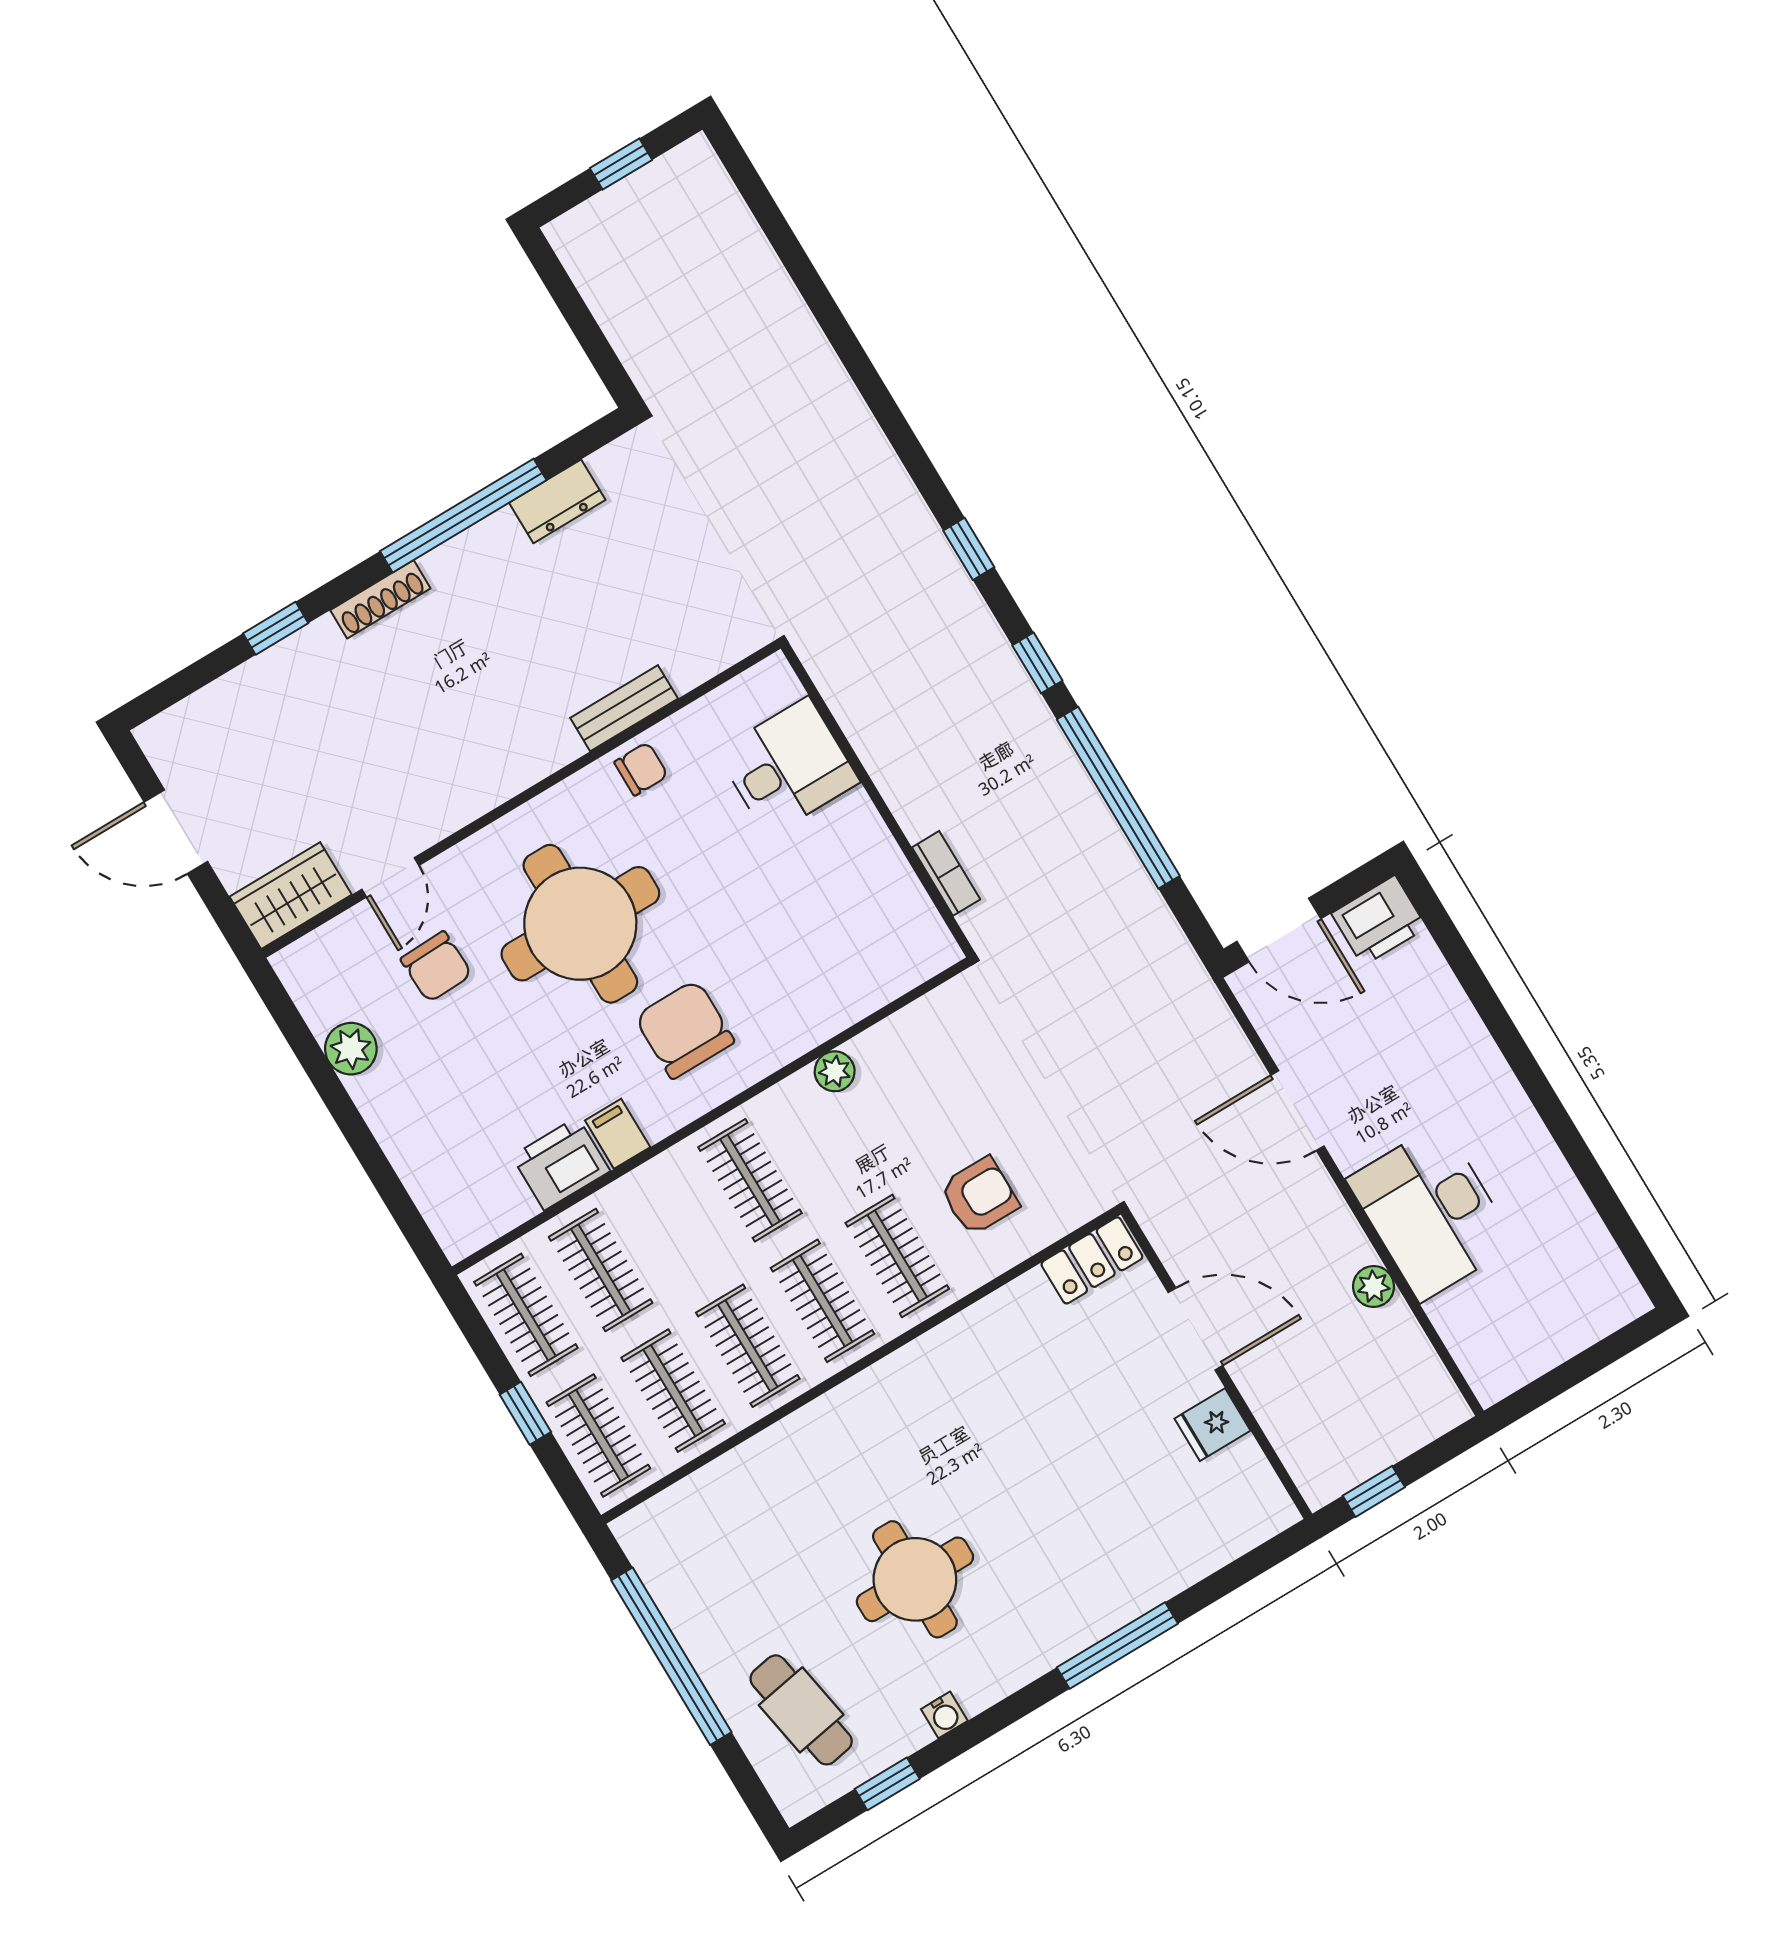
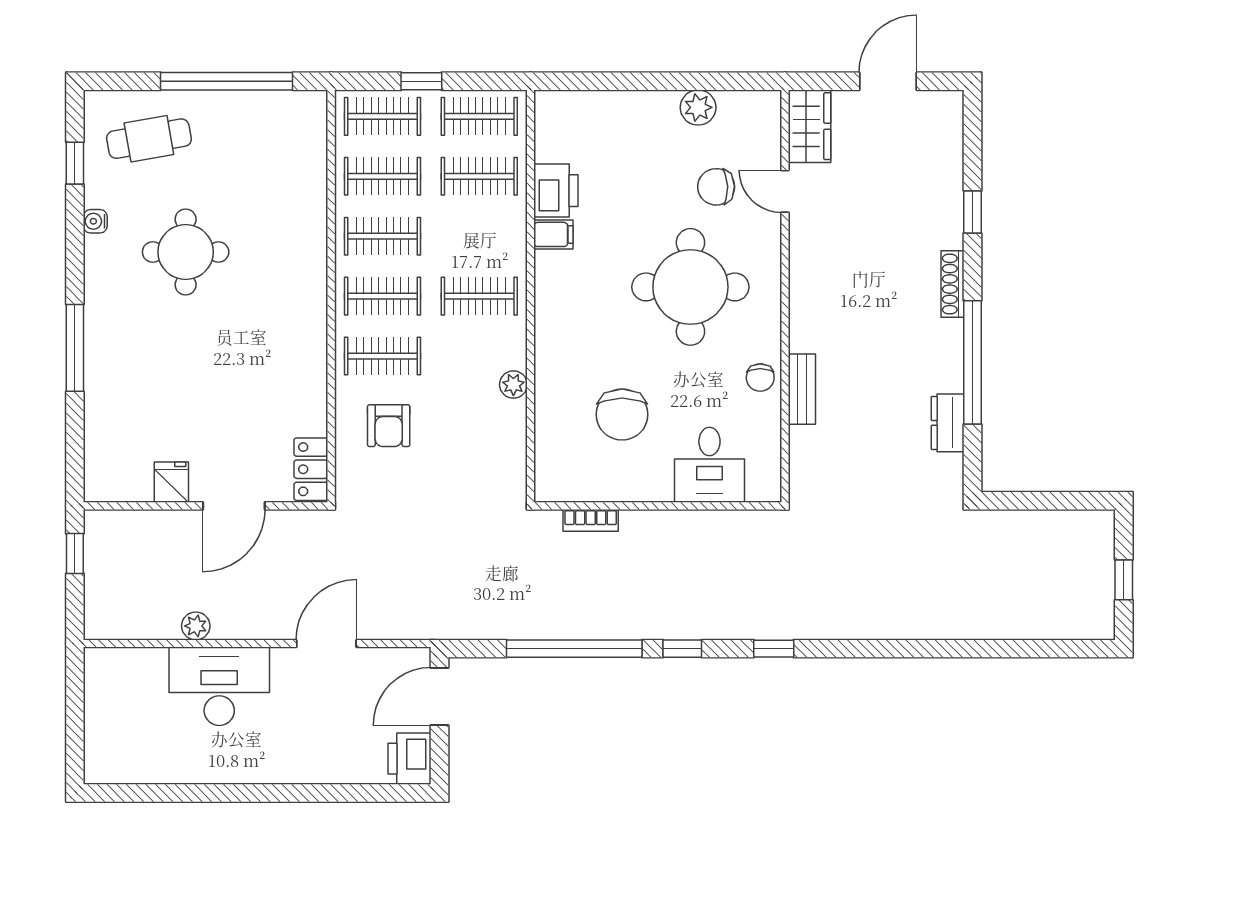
chair: (684, 1029) -> (622, 414), moved, turned 90

